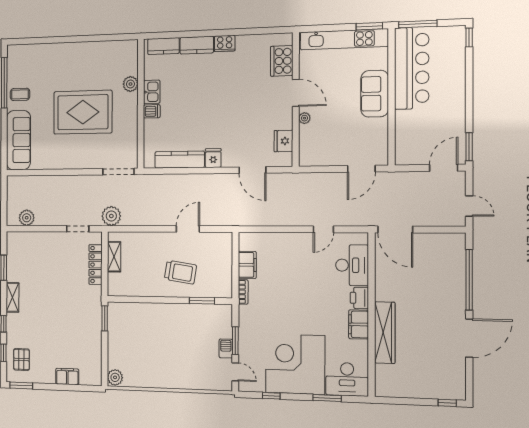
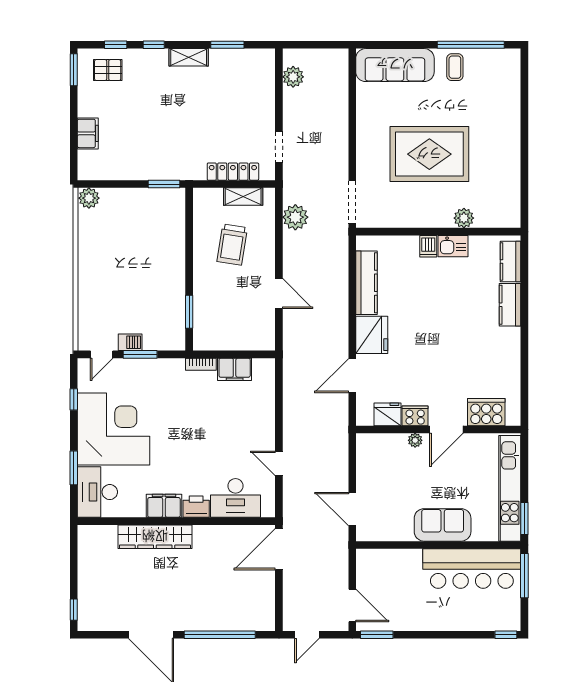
cooker: (225, 43) -> (415, 416), moved, turned 90
rug: (83, 112) -> (429, 154), turned 90
fridge: (213, 158) -> (372, 335), width x1.88, depth x1.34
plant: (111, 216) -> (295, 217), moved
trolley: (180, 272) -> (232, 245), moved

